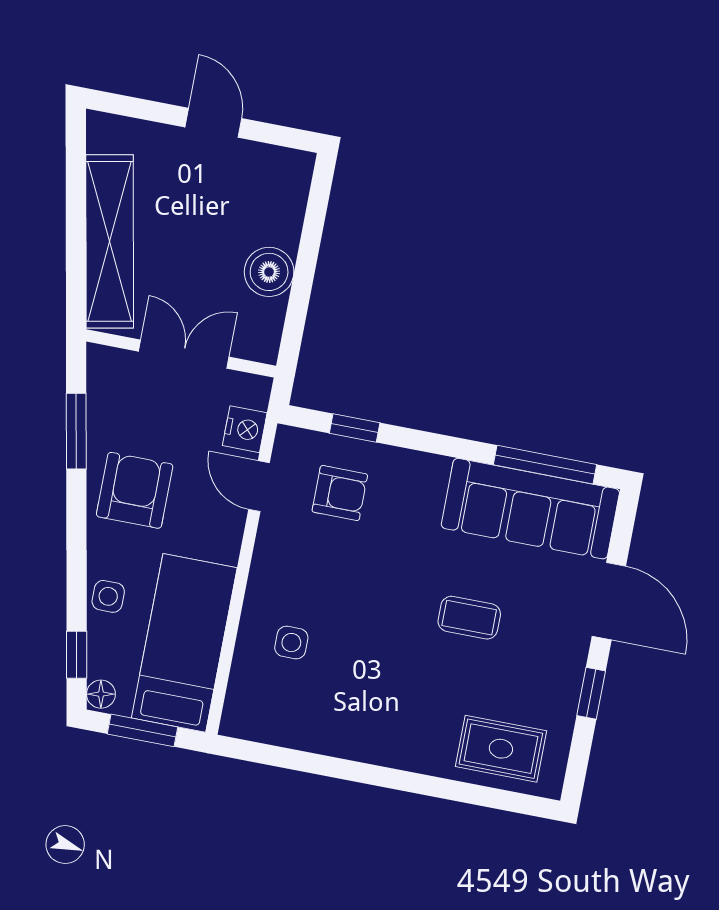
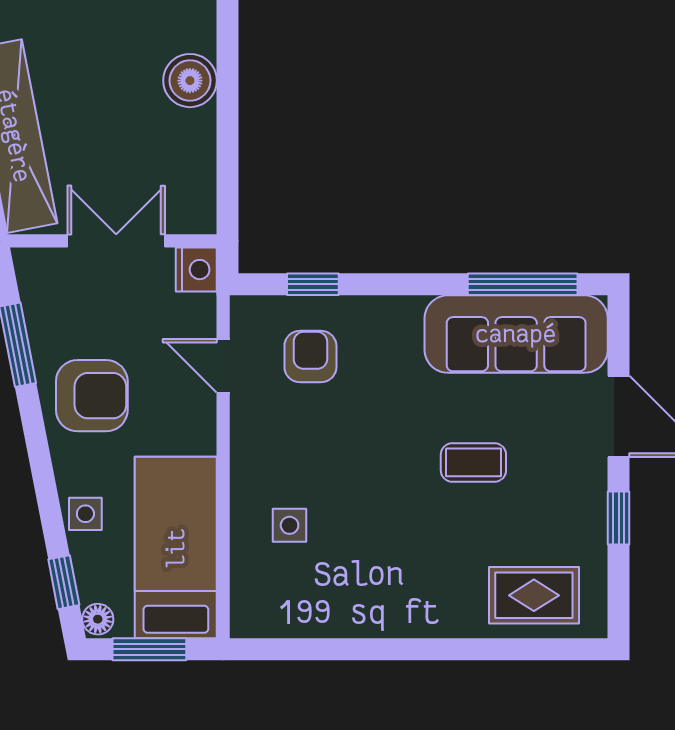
boiler: (269, 272) -> (190, 81), moved
nightstand: (245, 429) -> (196, 270), moved
armchair: (135, 490) -> (92, 396), turned 90
armchair: (340, 493) -> (310, 357), turned -90

